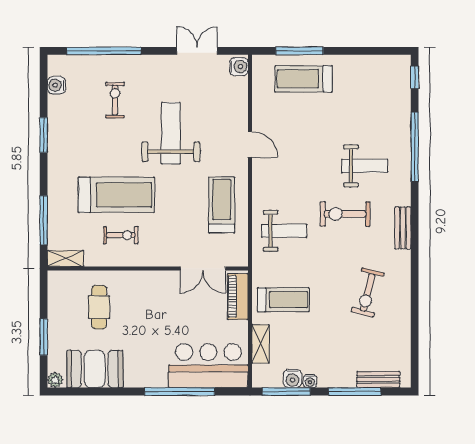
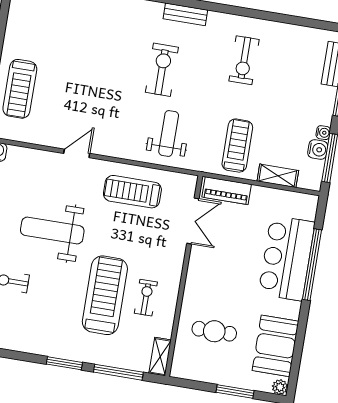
window: (44, 135) -> (64, 363), moved
weight bench: (365, 166) -> (117, 42), removed
exercise bike: (345, 214) -> (162, 70), turned 180
exercise bike: (368, 292) -> (244, 60), turned 76
bar counter: (208, 366) -> (287, 258), moved

